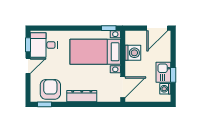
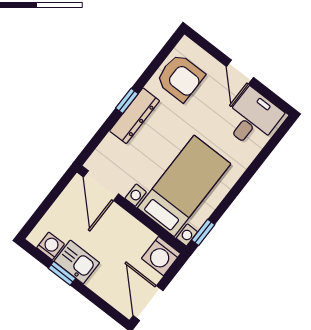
window: (28, 45) -> (271, 96), removed
washing machine: (133, 53) -> (161, 256), moved
window: (45, 104) -> (127, 101), moved

